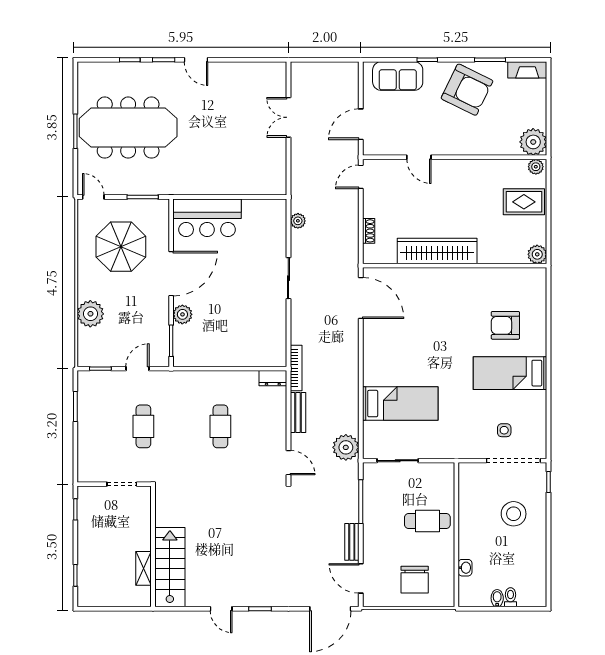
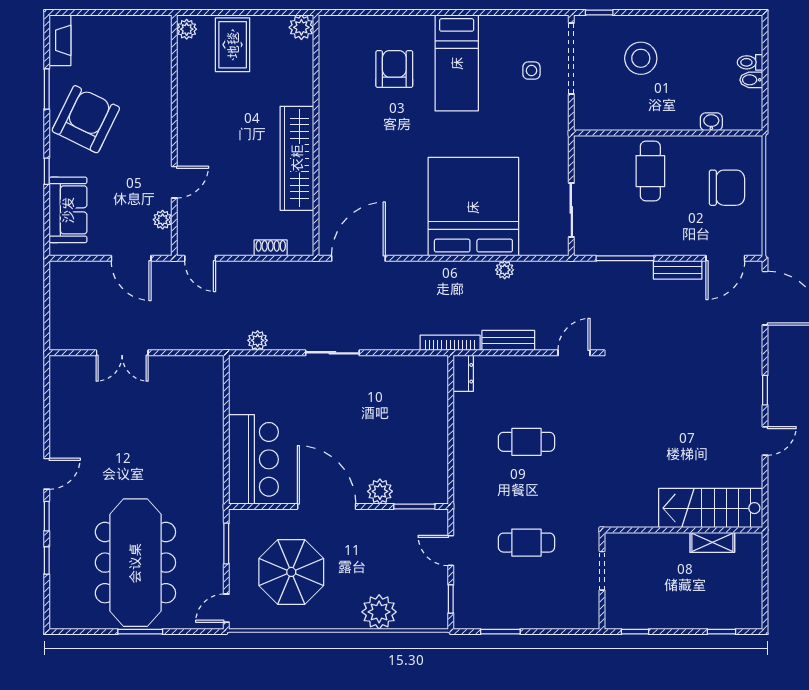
plant: (533, 142) -> (163, 220), moved, width x0.53, depth x0.53
armchair: (505, 325) -> (394, 69), turned 180
bed: (400, 404) -> (473, 207), width x2.04
plant: (346, 447) -> (505, 270), moved, width x0.53, depth x0.53

